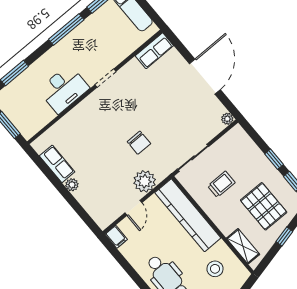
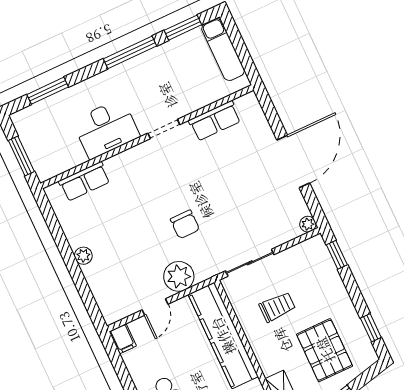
row of seats: (154, 51) -> (215, 121), moved
window: (274, 159) -> (337, 255), moved
row of seats: (57, 164) -> (84, 181), moved, turned 90

